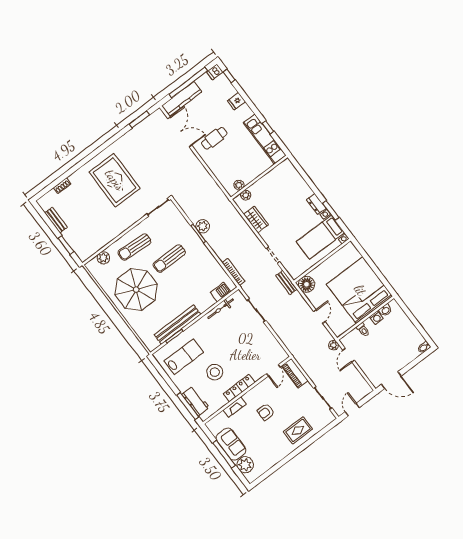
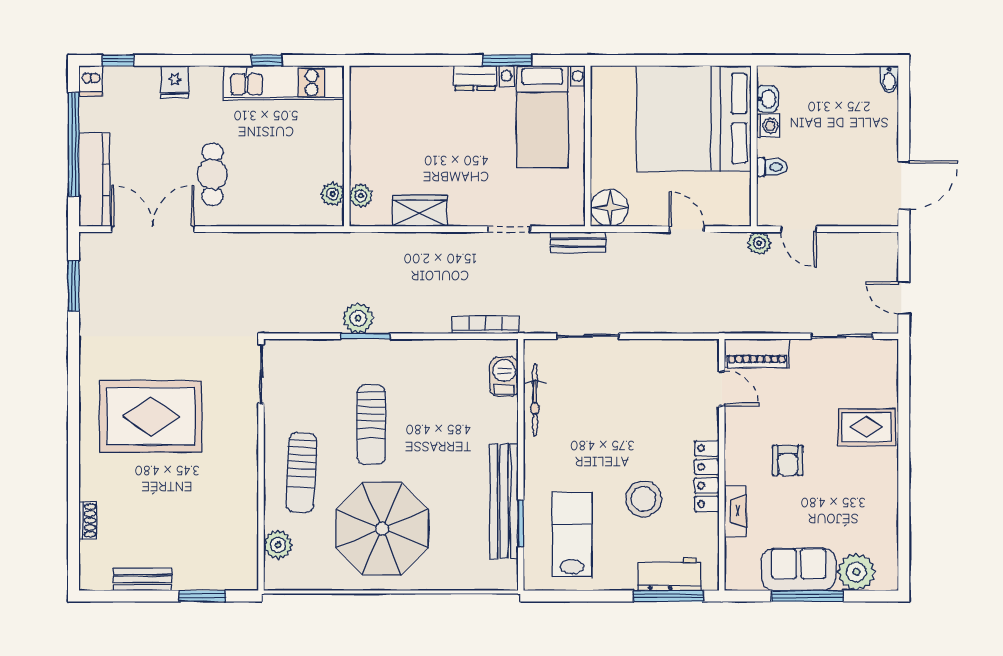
rug: (298, 430) -> (866, 427), turned 90

